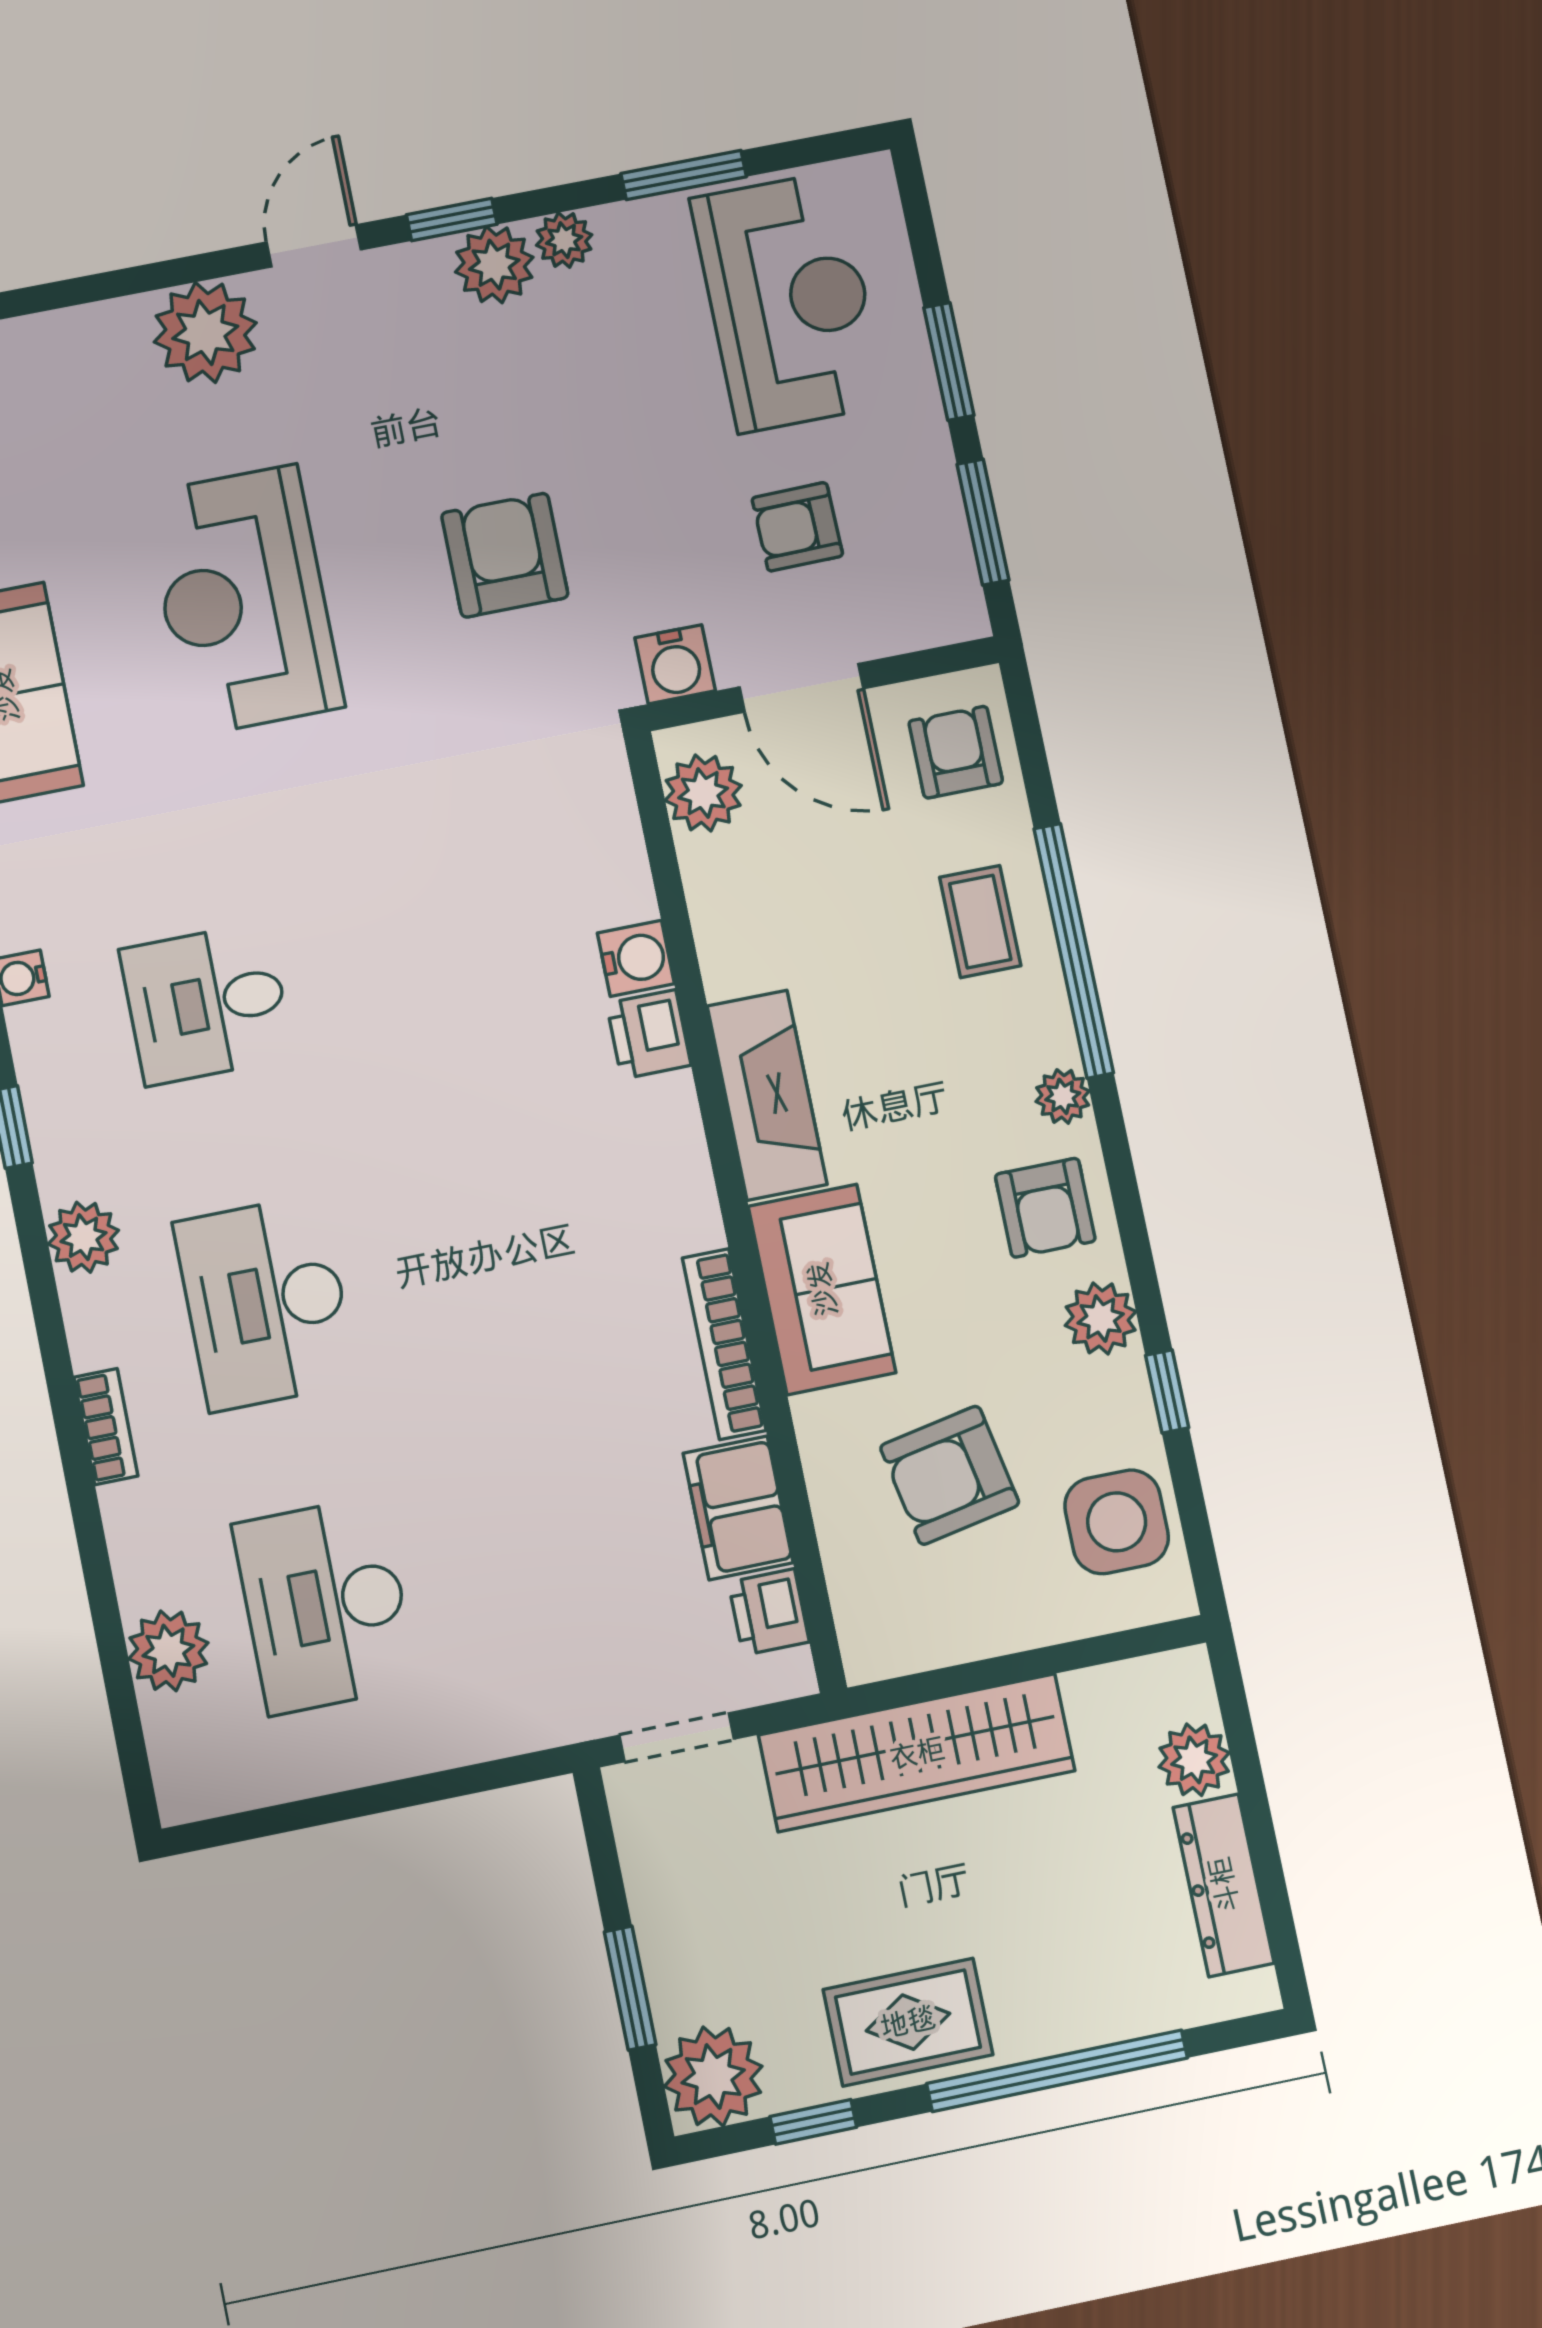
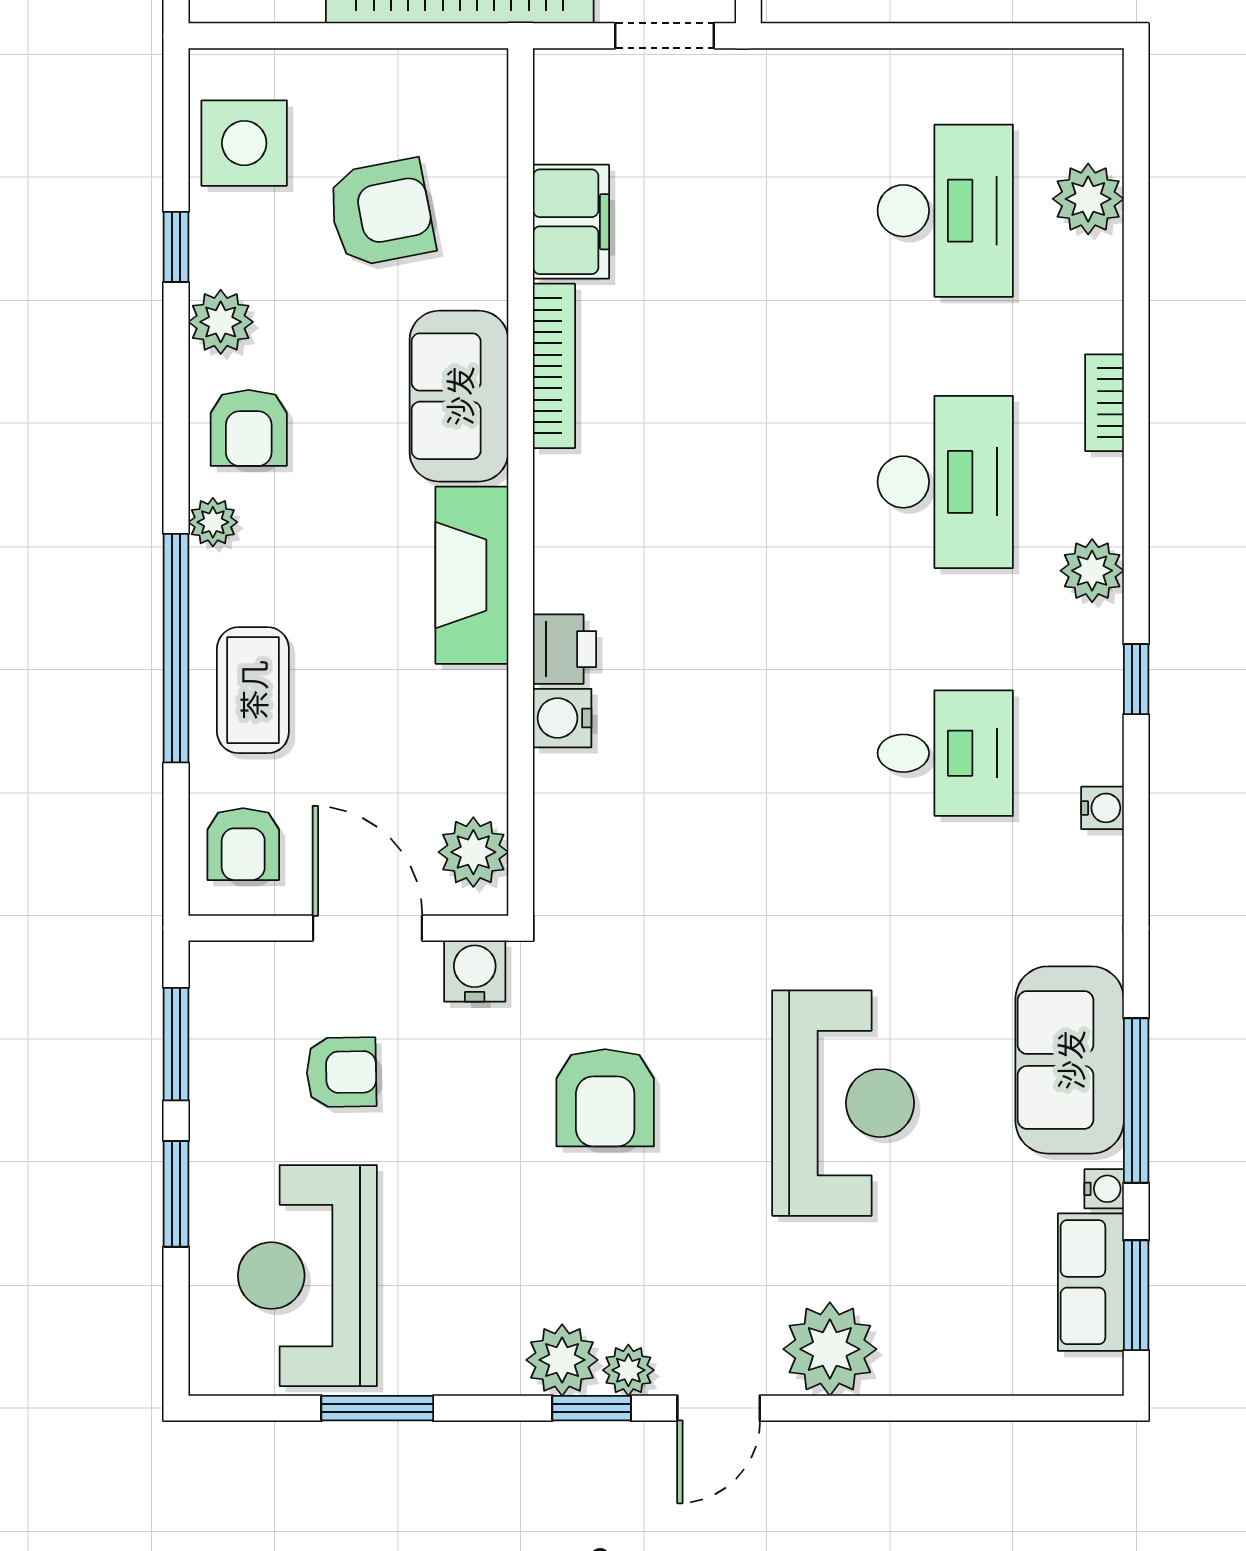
plant: (564, 240) -> (628, 1370), moved
coffee table: (980, 922) -> (253, 690), width x1.36, depth x1.30
armchair: (1045, 1208) -> (249, 428), turned 180
printer: (769, 1612) -> (563, 127), removed

